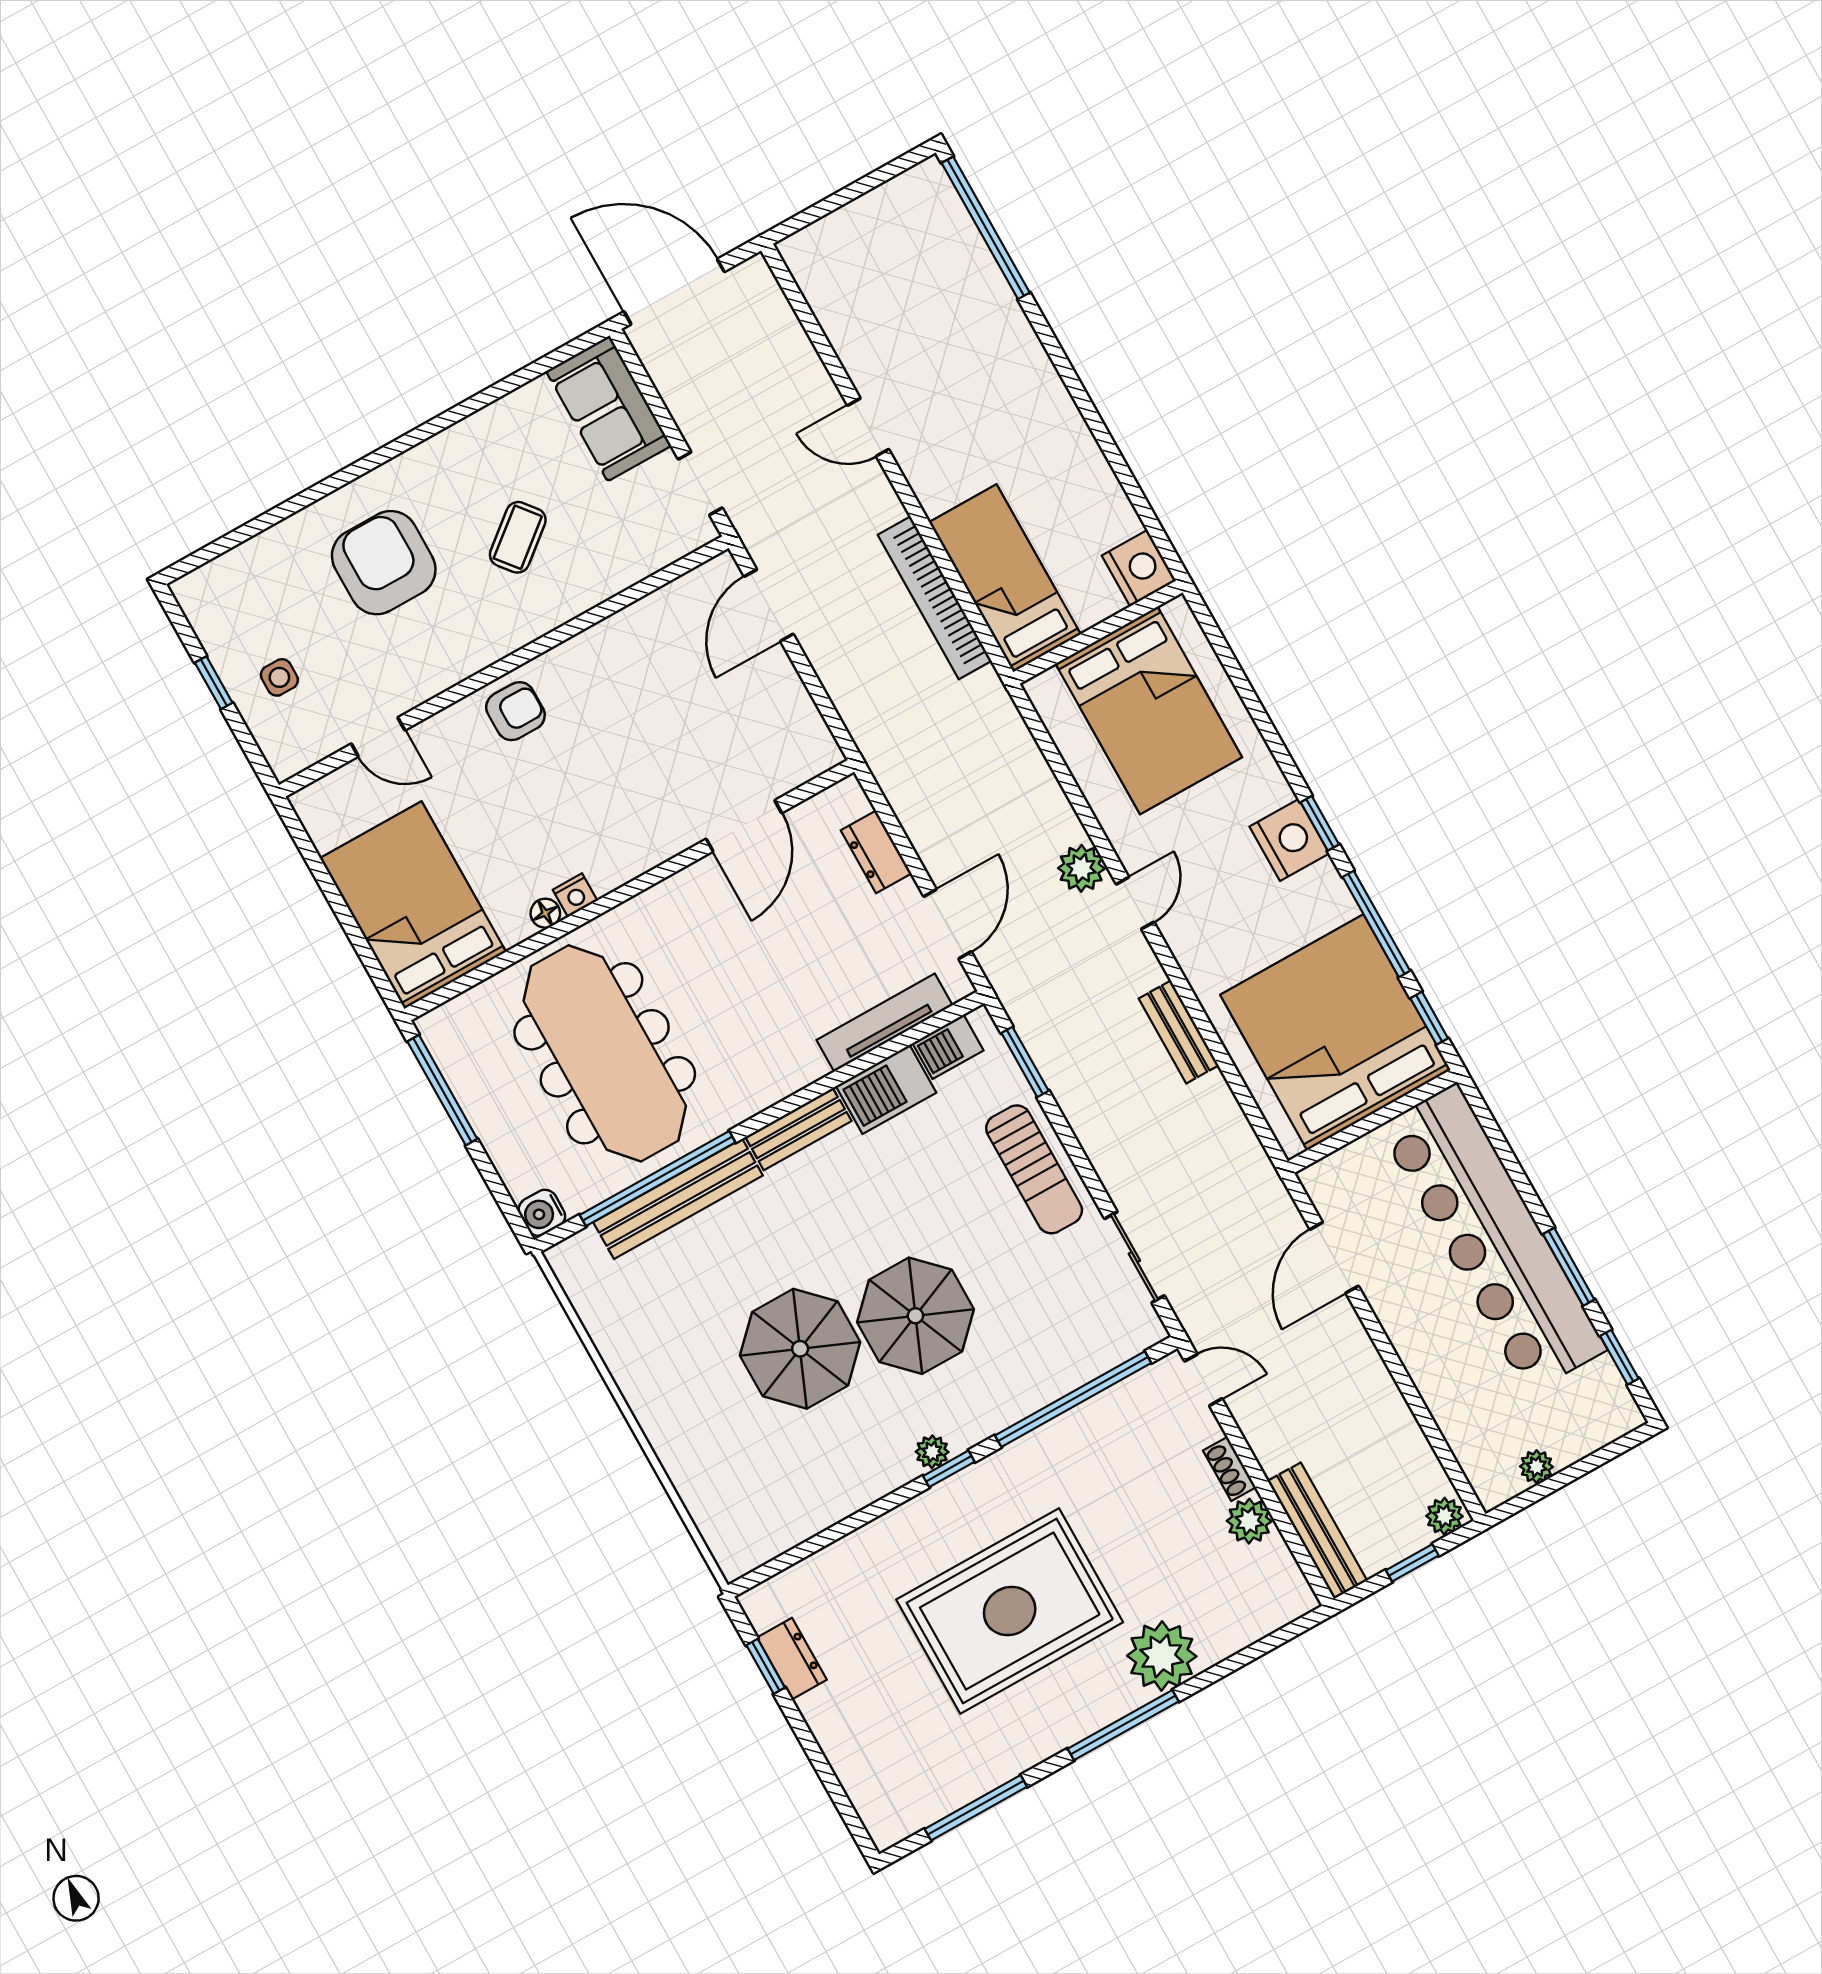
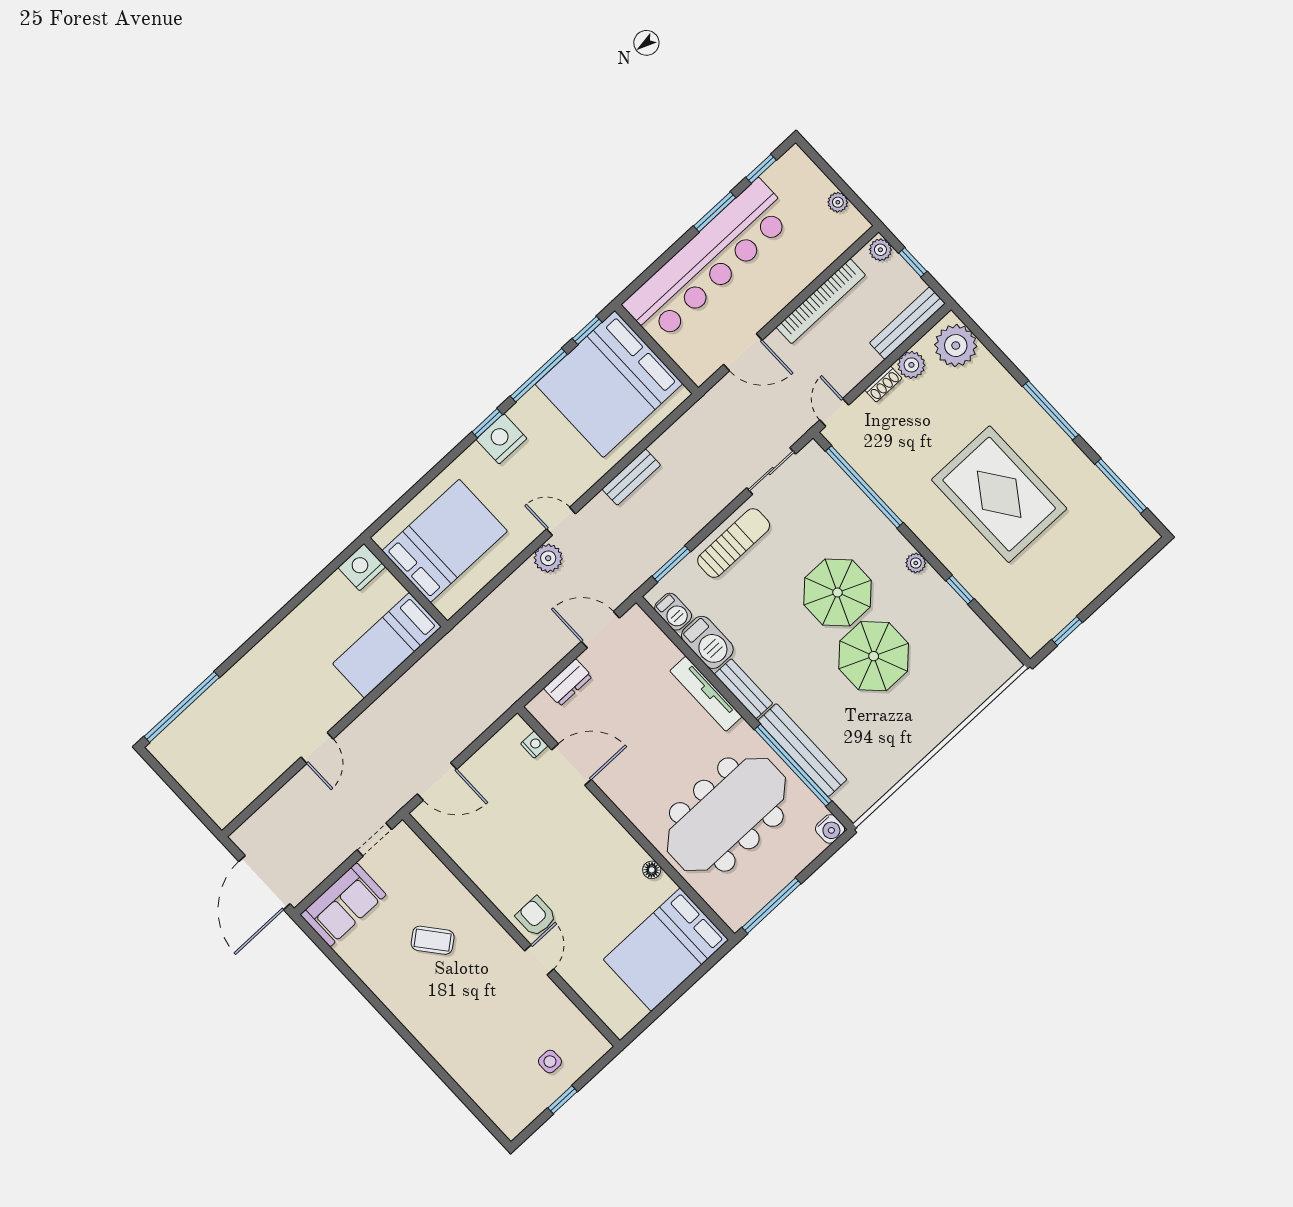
armchair: (384, 563) -> (467, 1016), removed
bookcase: (935, 598) -> (821, 301), moved
door: (378, 737) -> (539, 960), moved
nightstand: (575, 895) -> (534, 745), moved
tv unit: (885, 1023) -> (706, 694), moved
window: (949, 1469) -> (960, 590), moved
plant: (1162, 1656) -> (956, 346), moved
dresser: (792, 1659) -> (1059, 617), removed

